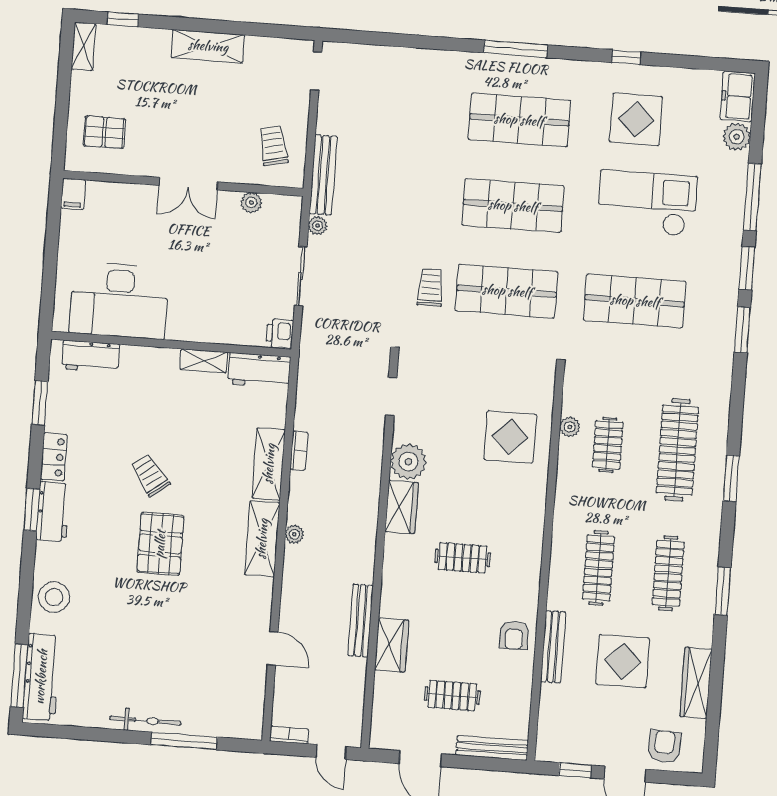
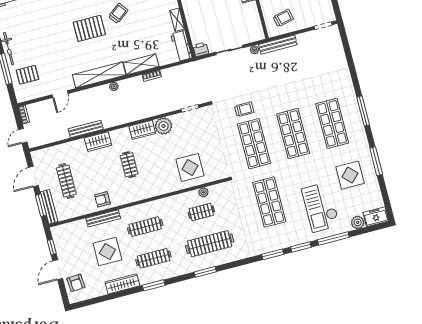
window: (626, 57) -> (376, 161), width x2.17
plant: (251, 202) -> (255, 17), removed
checkout: (647, 203) -> (321, 207), moved, turned 180
shelving: (262, 539) -> (99, 75), width x1.47
wardrobe: (392, 645) -> (98, 142), moved
wardrobe: (696, 683) -> (122, 284), moved
clothes rail: (452, 696) -> (66, 181), width x1.36
pallet: (211, 700) -> (27, 75), added
armchair: (664, 746) -> (76, 283), turned 83
window: (483, 763) -> (41, 205), added

